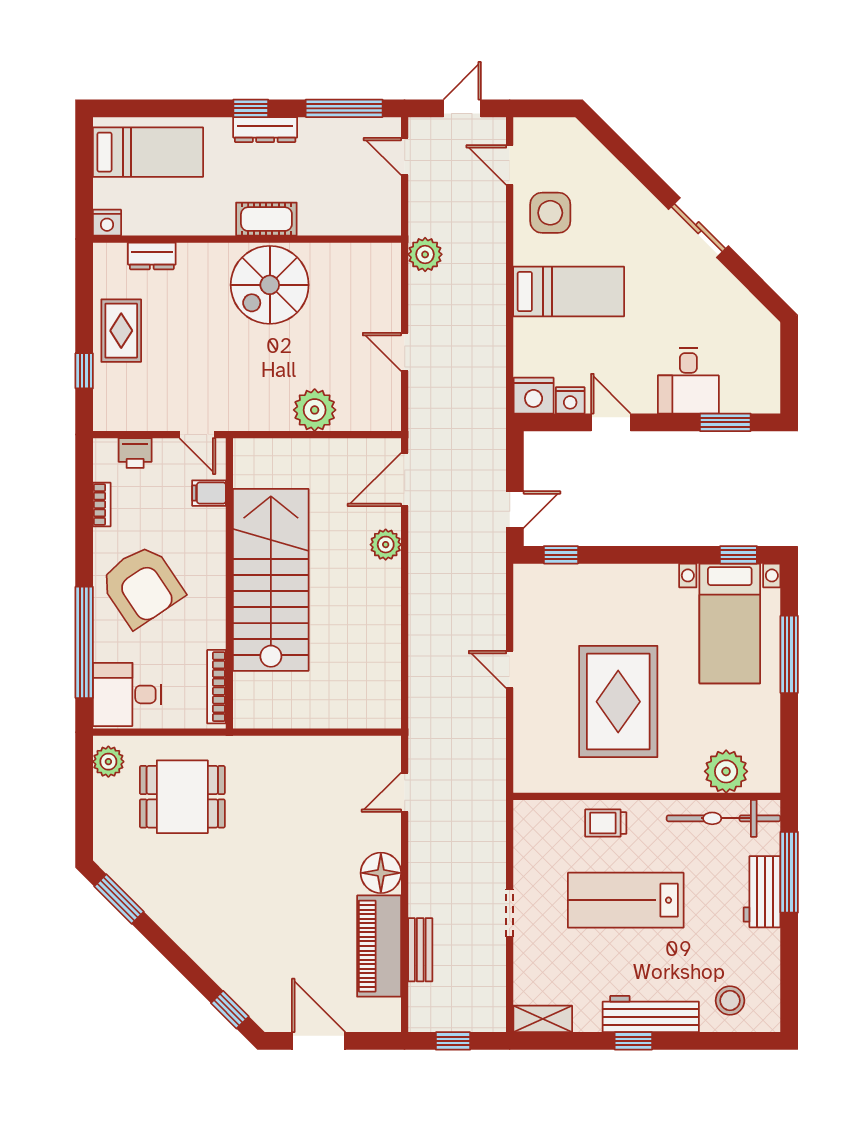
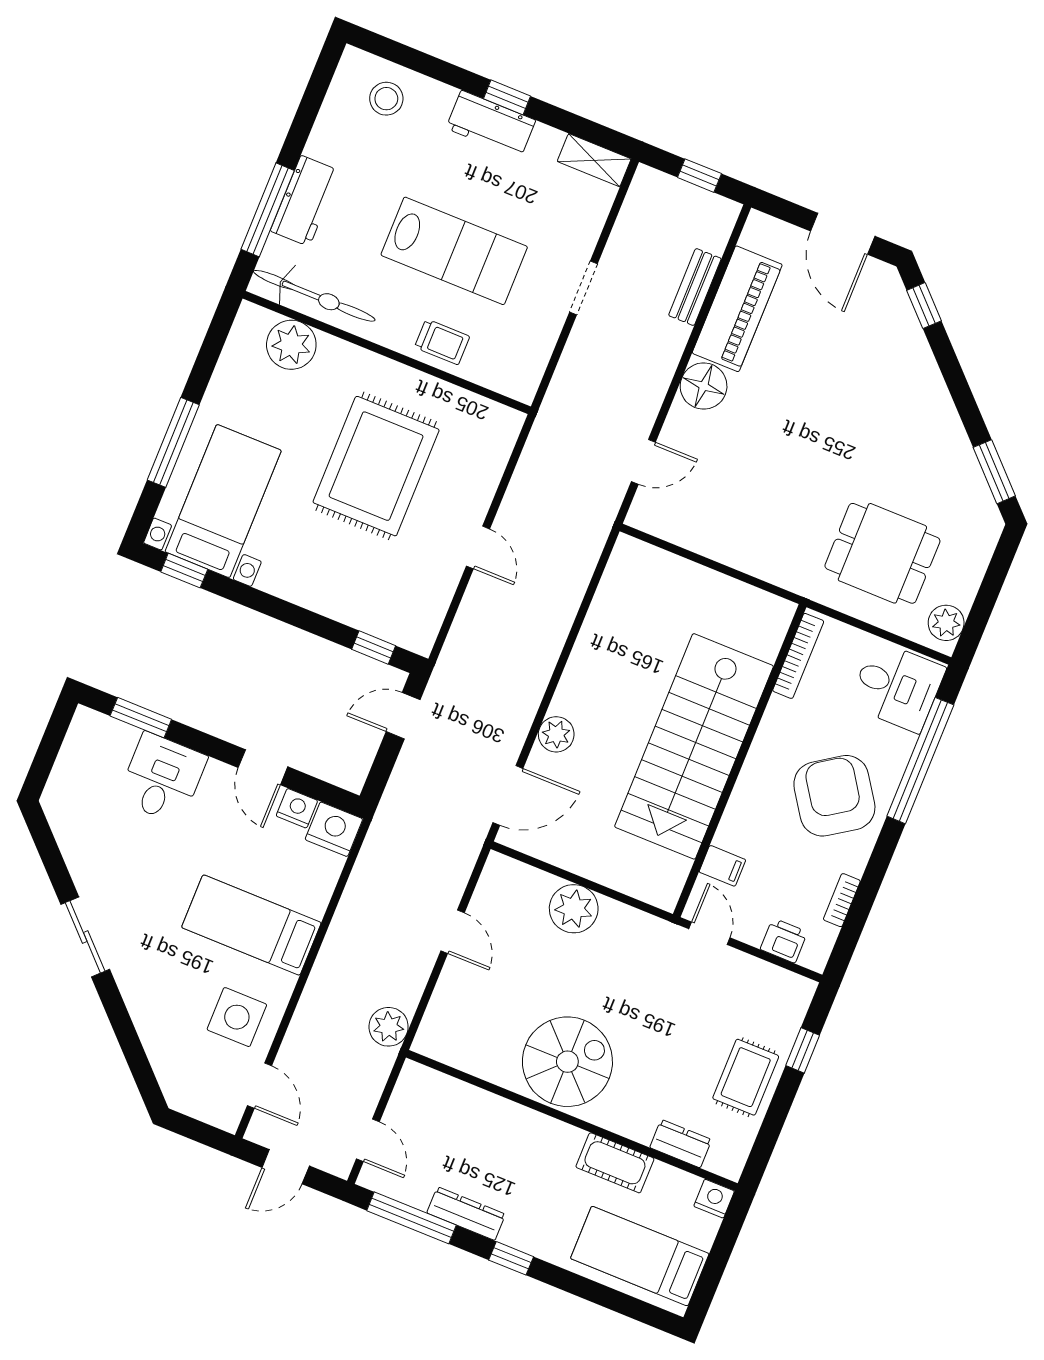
dresser: (265, 130) -> (466, 1214), moved
cot: (266, 219) -> (615, 1163), moved
workbench: (651, 1014) -> (491, 124), width x0.73

